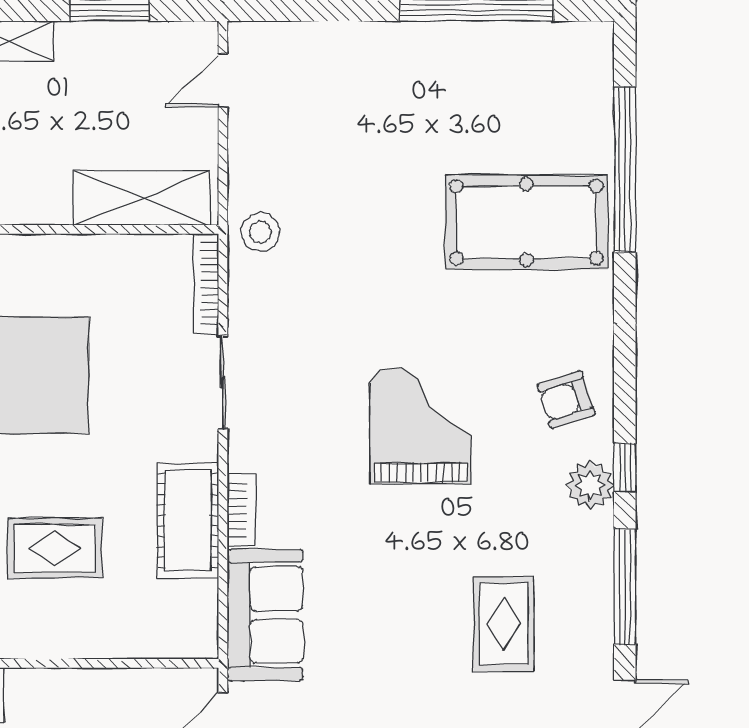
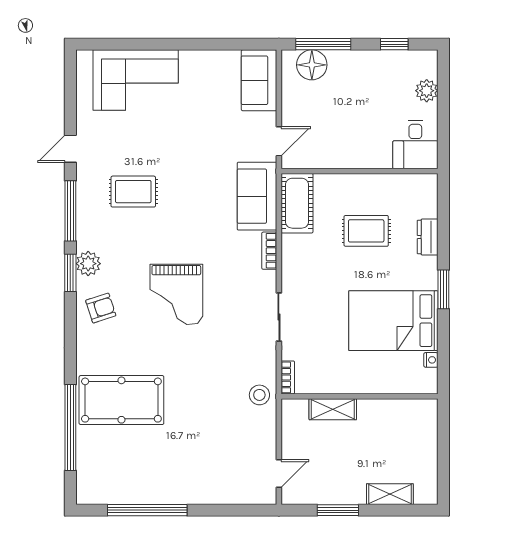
shelving: (142, 198) -> (333, 409), width x0.67, depth x0.75
bookcase: (206, 284) -> (288, 377), width x0.64
window: (625, 467) -> (70, 273), width x1.50
cot: (188, 521) -> (297, 203), moved
rug: (504, 624) -> (133, 192), turned 90

